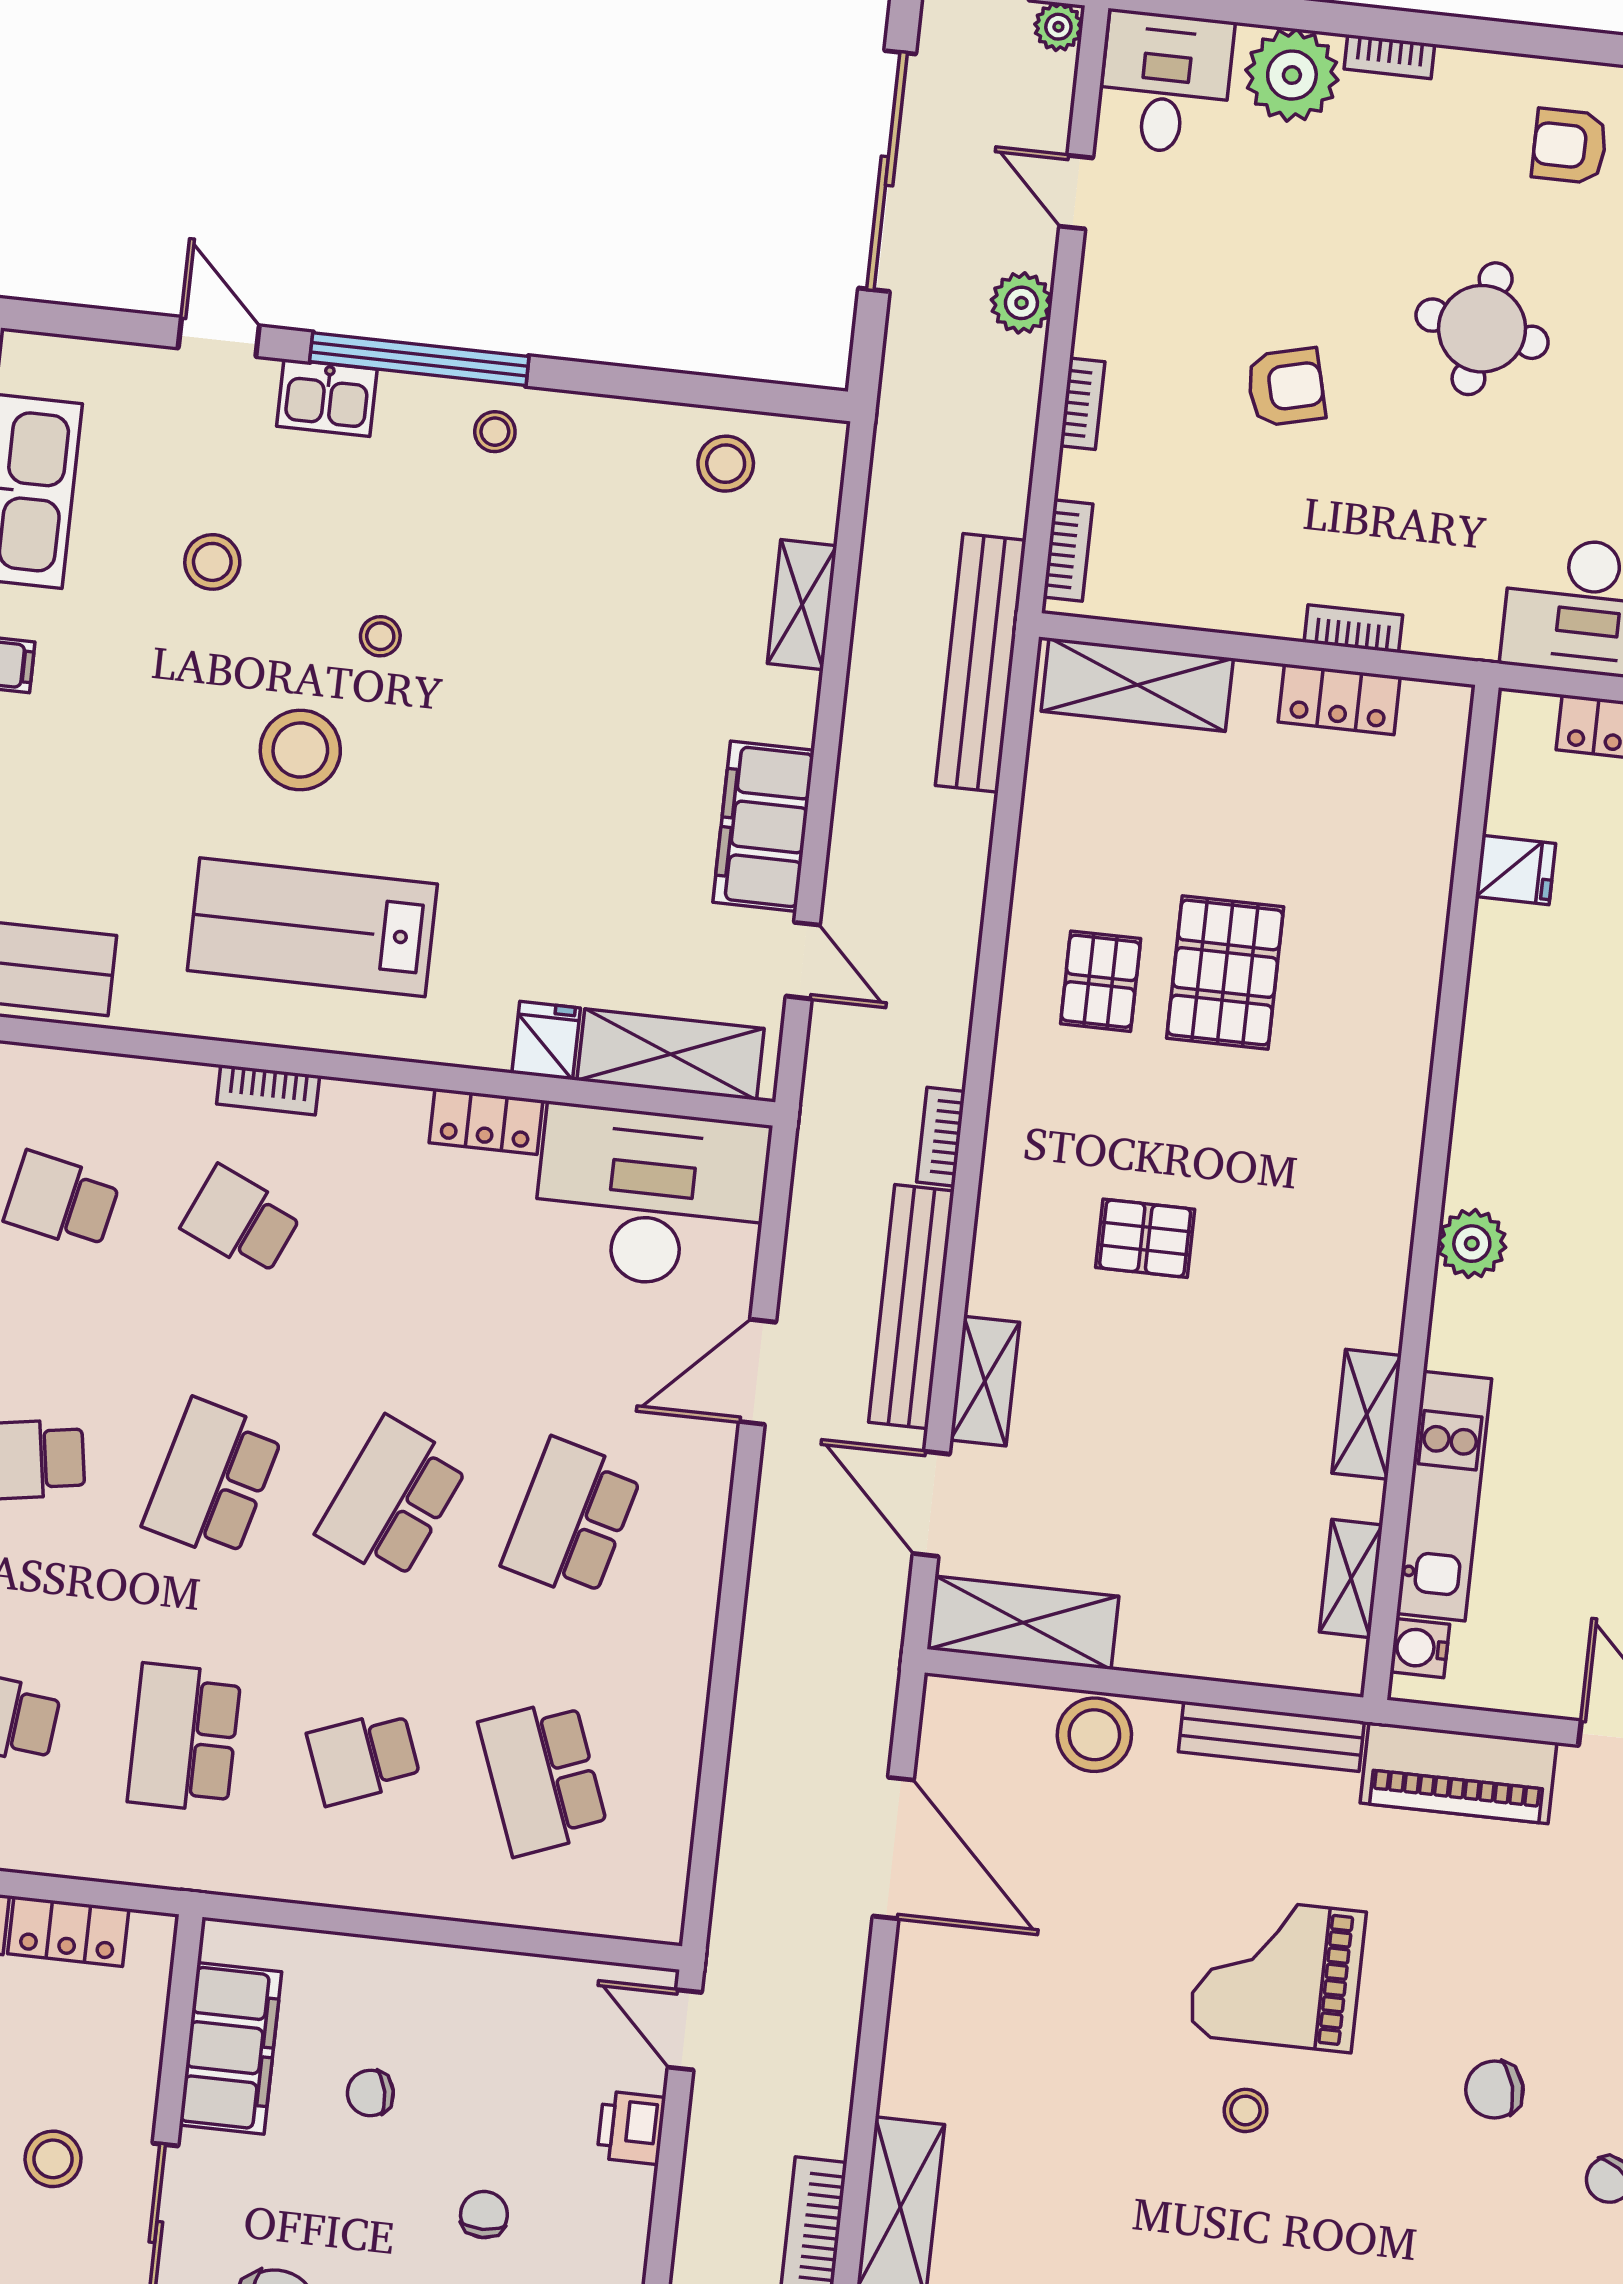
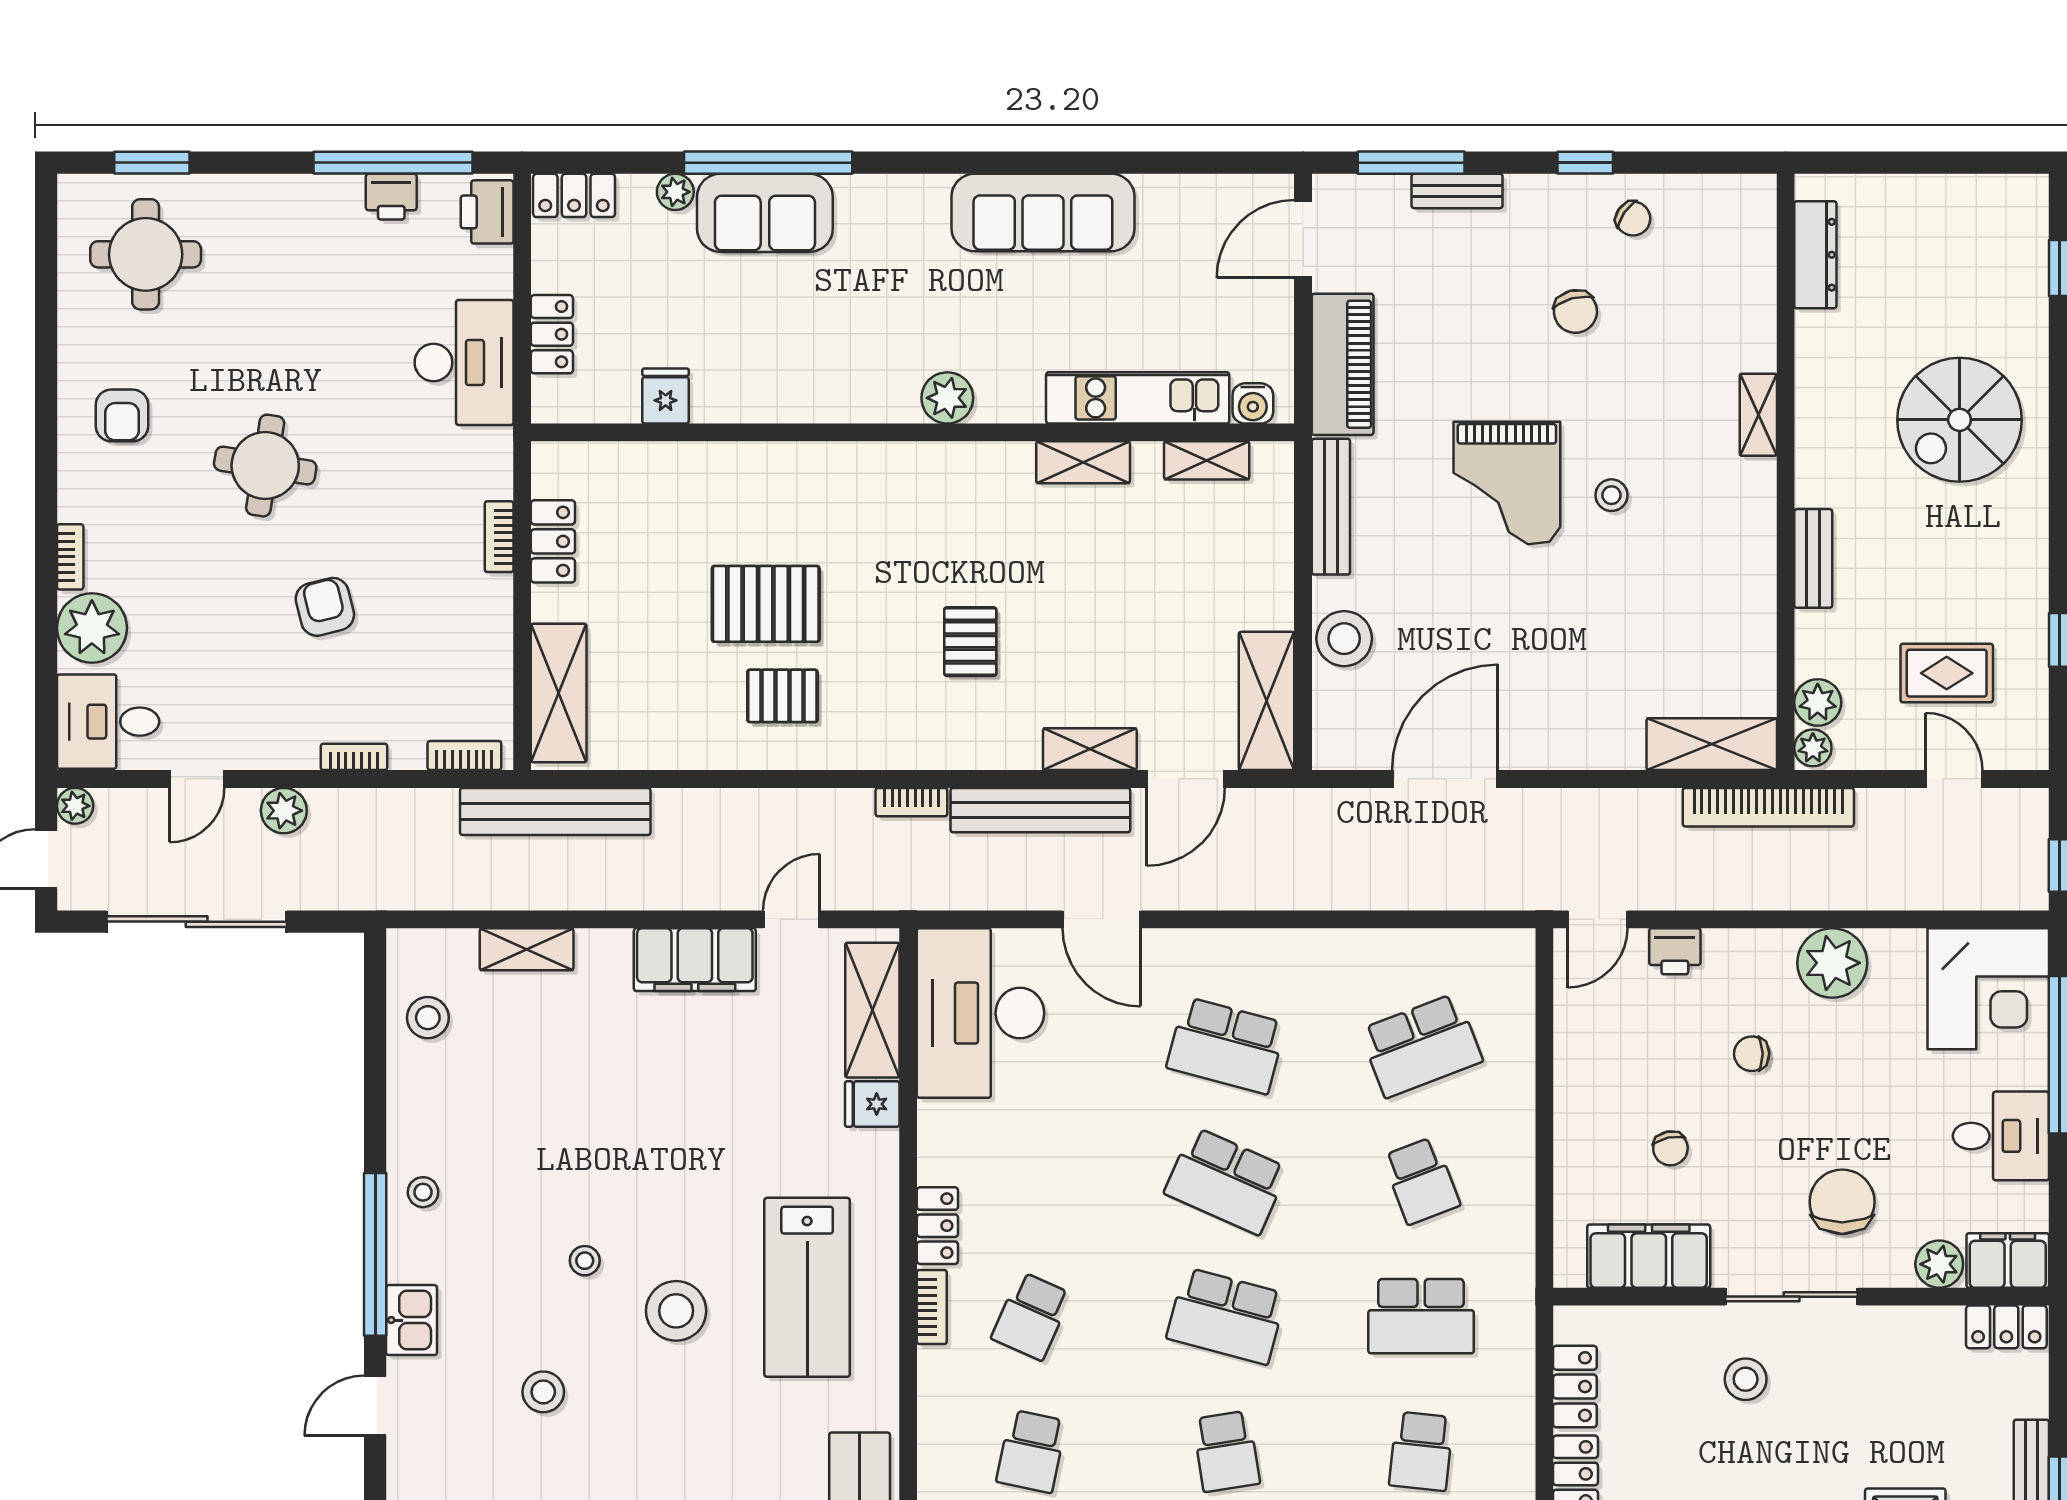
locker: (486, 1122) -> (937, 1226), moved

